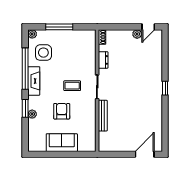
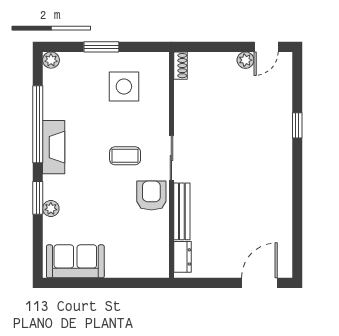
window: (59, 27) -> (101, 47), width x0.69
side table: (43, 53) -> (124, 87), moved
dresser: (103, 60) -> (183, 257), moved
window: (165, 88) -> (297, 125), moved
armchair: (62, 111) -> (151, 196), moved
sofa: (62, 143) -> (75, 261), moved

